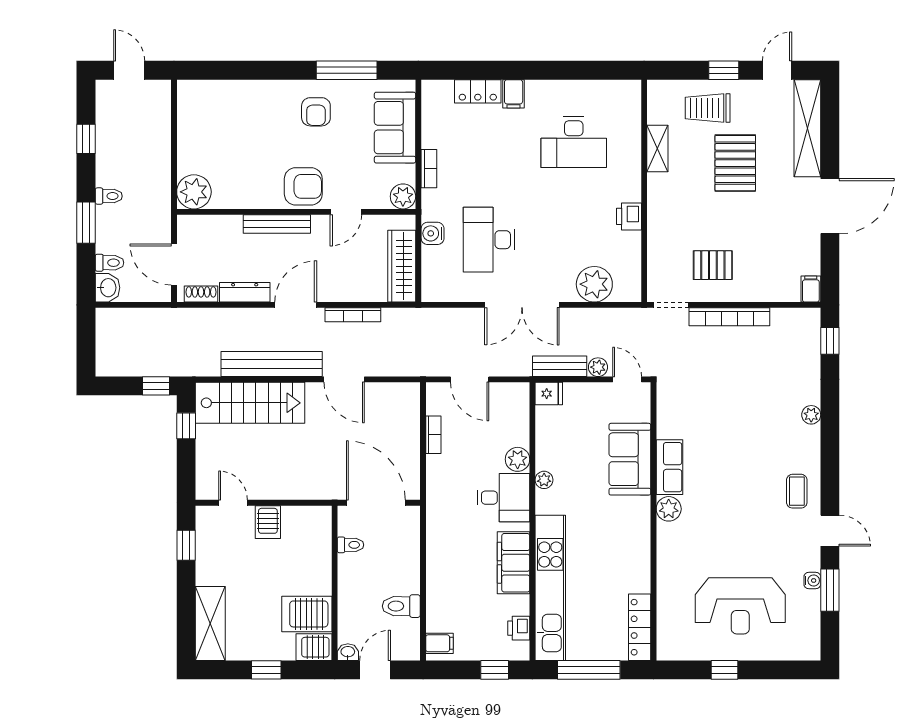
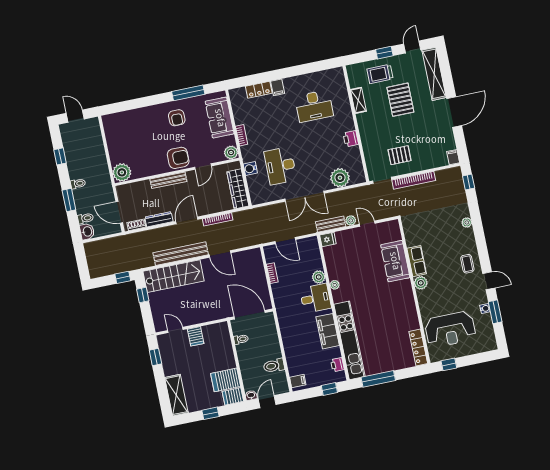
sofa: (630, 459) -> (395, 261), moved
row of seats: (669, 467) -> (417, 261), moved
plant: (669, 509) -> (421, 283), moved
wall: (653, 521) -> (414, 291), moved
locker: (640, 627) -> (418, 348), moved

